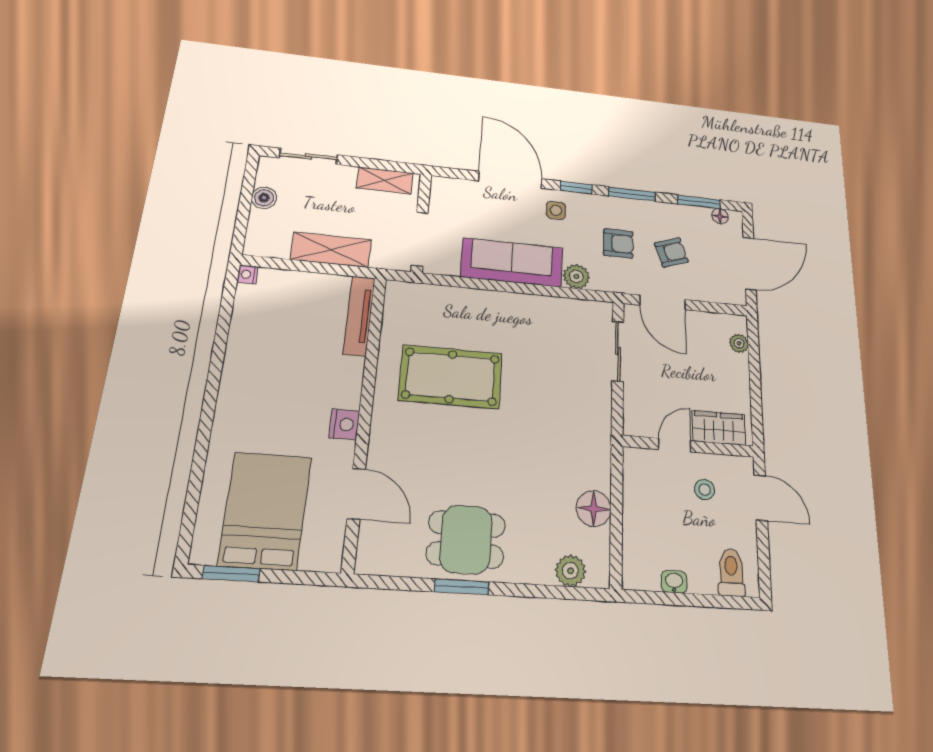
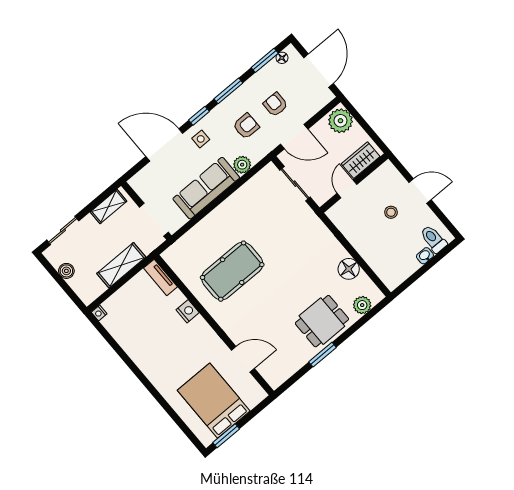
armchair: (671, 252) -> (275, 104), turned -71
tv unit: (359, 316) -> (161, 277), width x0.71
plant: (739, 343) -> (340, 121), width x1.87, depth x1.87
nightstand: (344, 424) -> (188, 311), moved
wardrobe: (719, 428) -> (361, 160), moved
door: (675, 445) -> (347, 189), moved
wall: (689, 446) -> (354, 183), moved
dining table: (466, 539) -> (322, 321), moved
washbasin: (674, 582) -> (425, 256), moved

